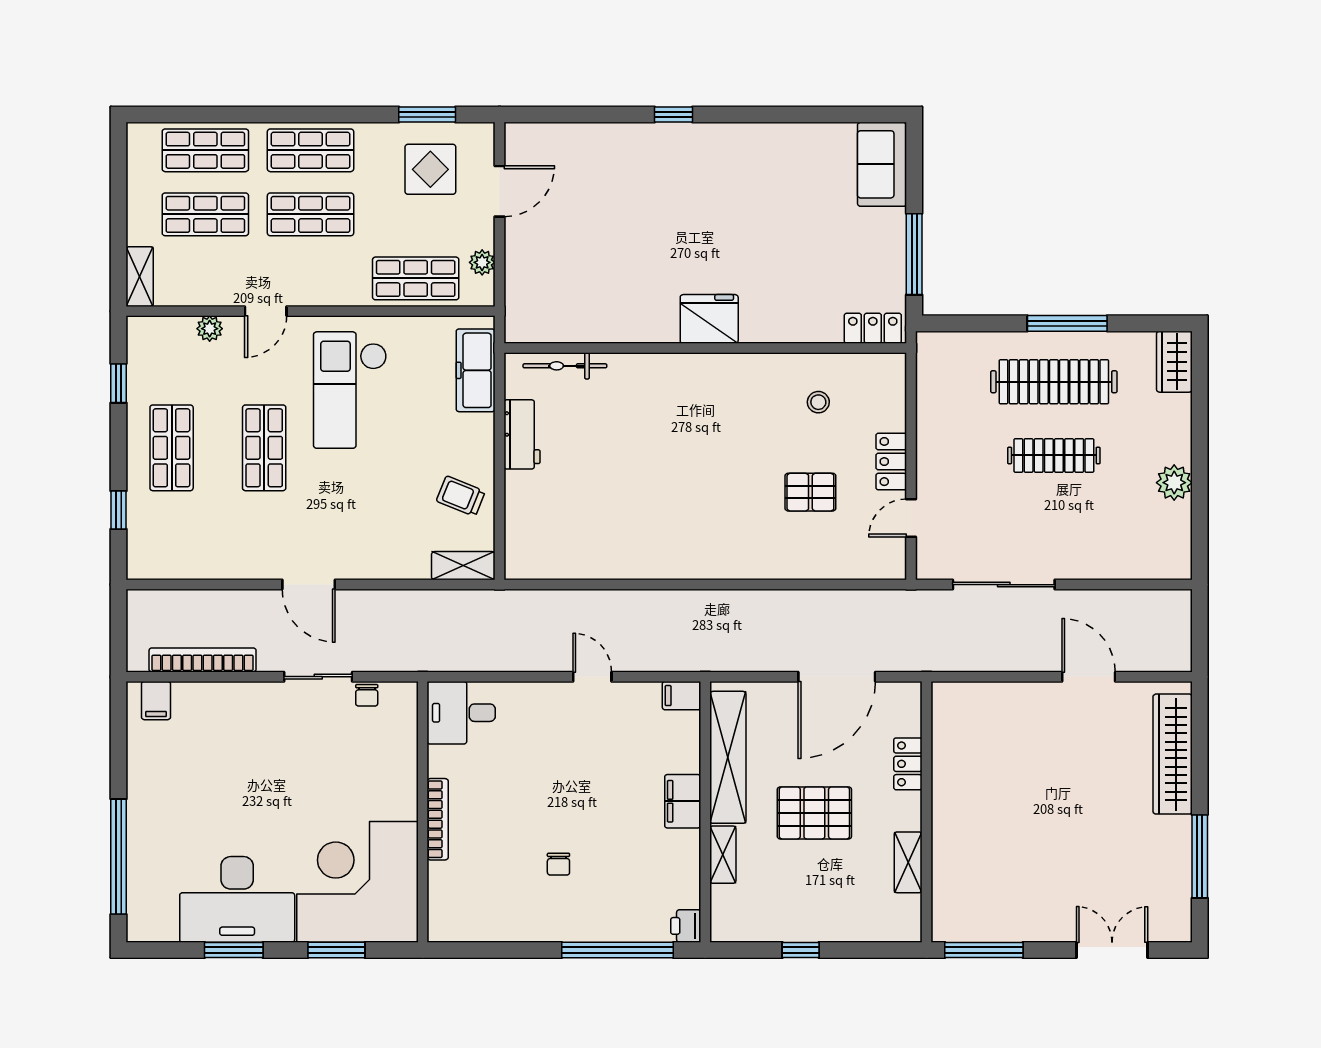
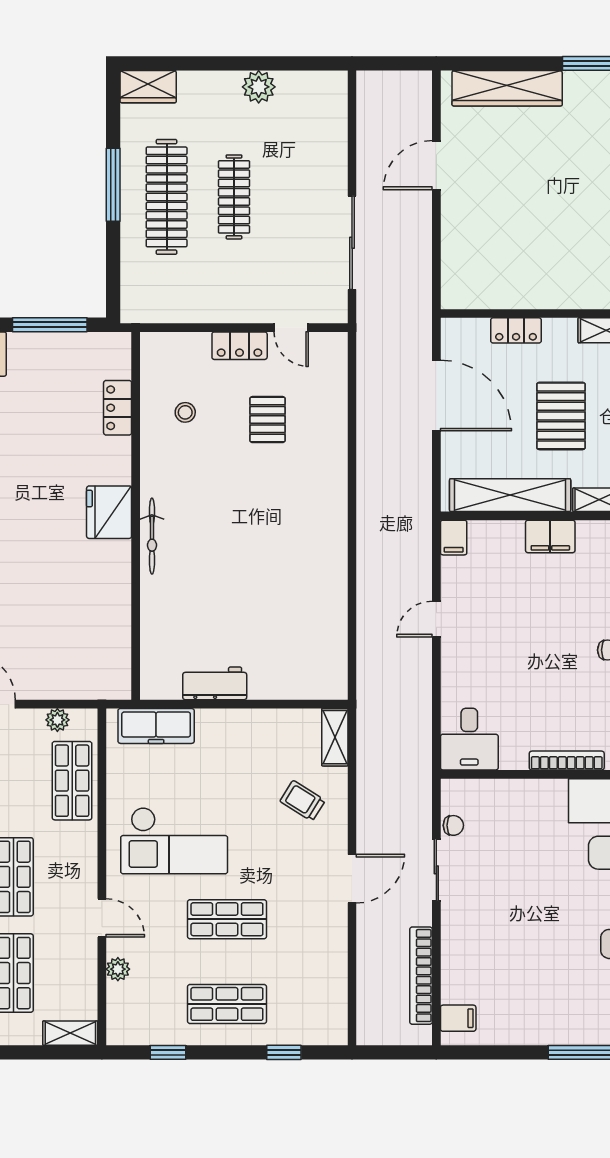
locker: (873, 328) -> (118, 408), moved
bicycle: (565, 366) -> (152, 536), moved
trolley: (461, 496) -> (303, 801), moved, turned 100

